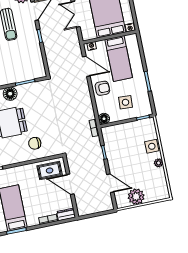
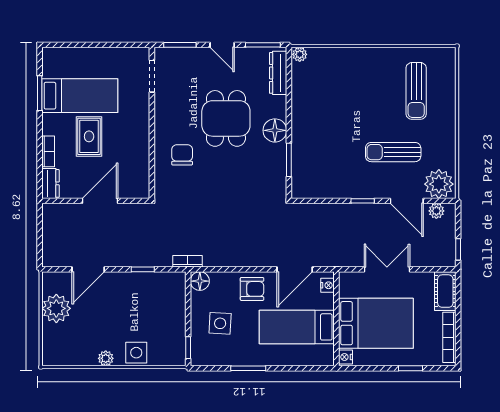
armchair: (102, 88) -> (252, 289), turned -90
rug: (50, 171) -> (89, 136), moved

